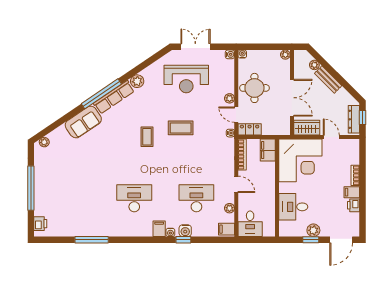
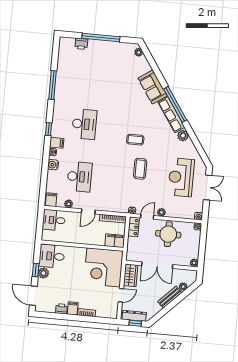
desk: (293, 207) -> (52, 256), moved, turned -90
printer: (40, 224) -> (81, 44), moved
window: (183, 240) -> (48, 129), moved

